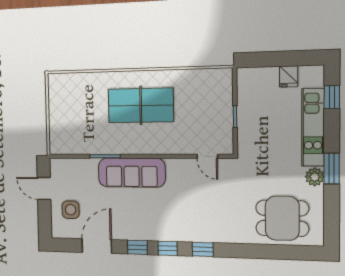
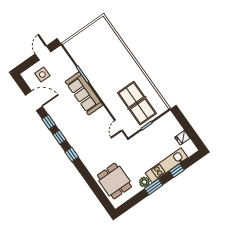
window: (332, 97) -> (177, 171), moved
table tennis table: (141, 105) -> (137, 103), moved

